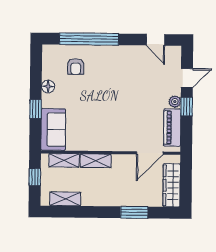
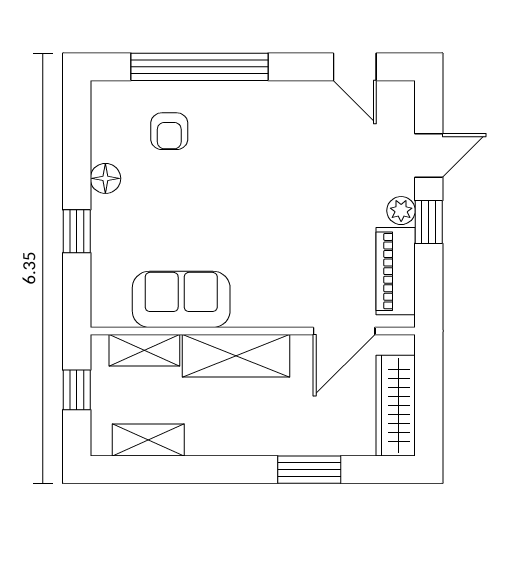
sofa: (53, 130) -> (181, 299), moved, turned -90
shelving: (96, 161) -> (236, 356), width x1.50, depth x1.33

